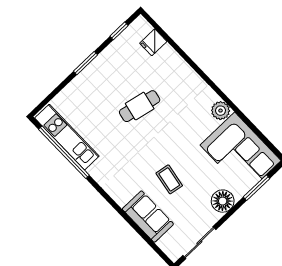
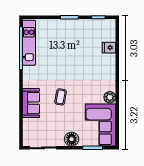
fridge: (153, 42) -> (109, 48), moved
cafe table: (140, 106) -> (75, 60), removed
coffee table: (169, 179) -> (61, 97), moved
sofa: (148, 217) -> (31, 103), moved

